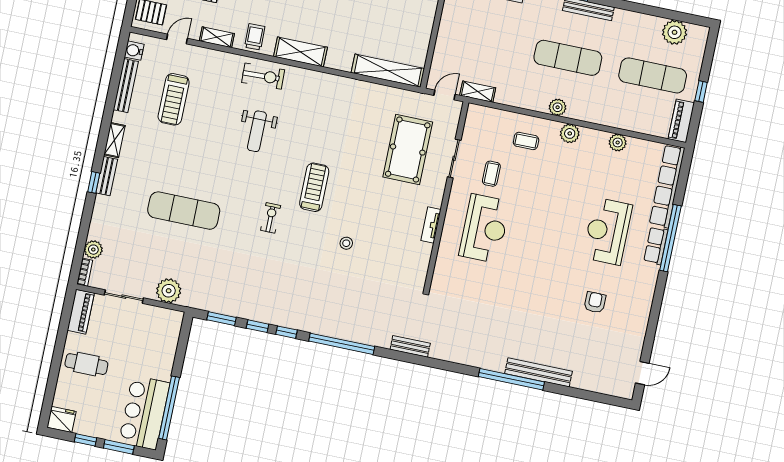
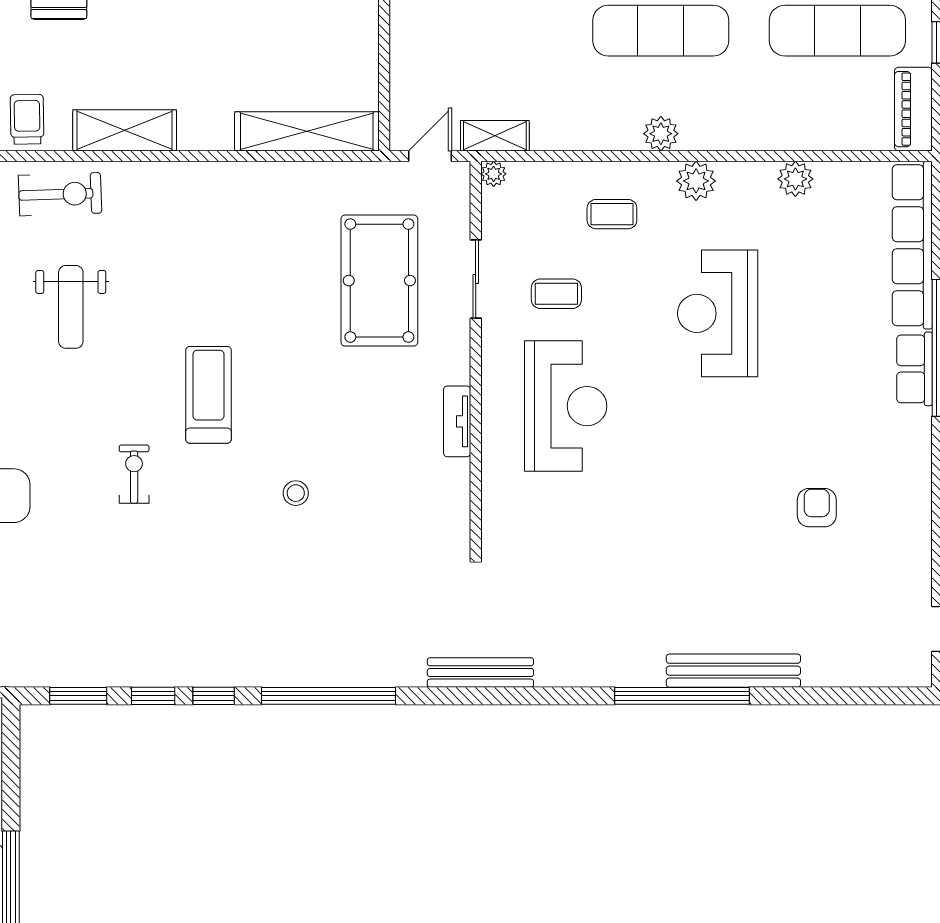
plant: (473, 110) -> (494, 174), added
coffee table: (491, 174) -> (556, 294), turned 90
reception desk: (607, 231) -> (718, 313), moved
bench: (410, 346) -> (480, 672), width x1.36

